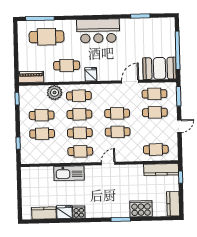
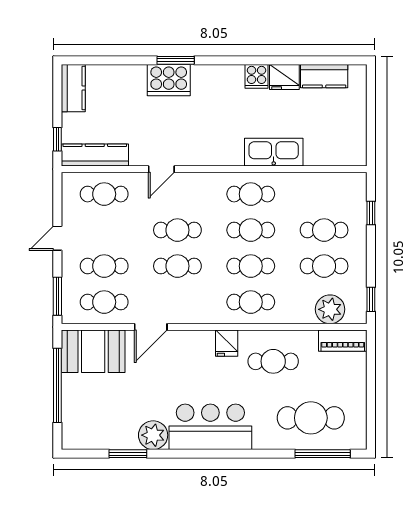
plant: (128, 26) -> (153, 435), added
plant: (55, 93) -> (330, 309), moved
door: (108, 164) -> (161, 169), moved
cooker: (141, 209) -> (169, 80), moved

